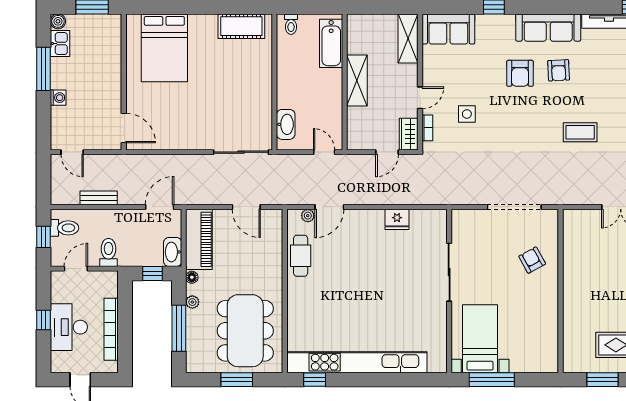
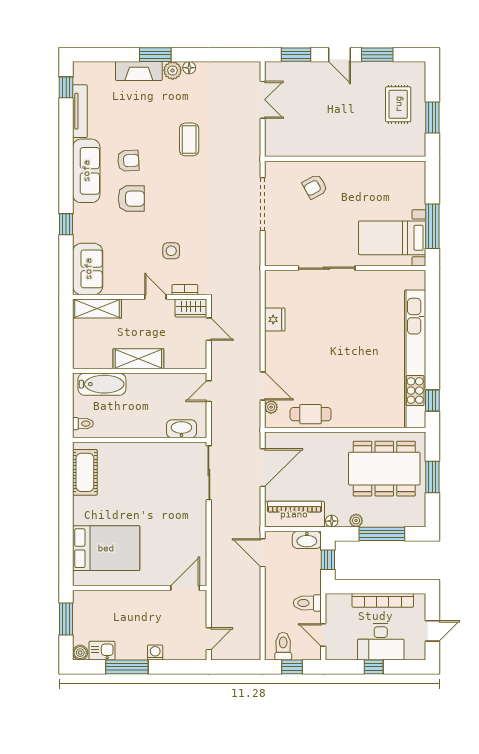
bench: (99, 198) -> (254, 613), removed
door: (246, 207) -> (263, 468), width x1.36

